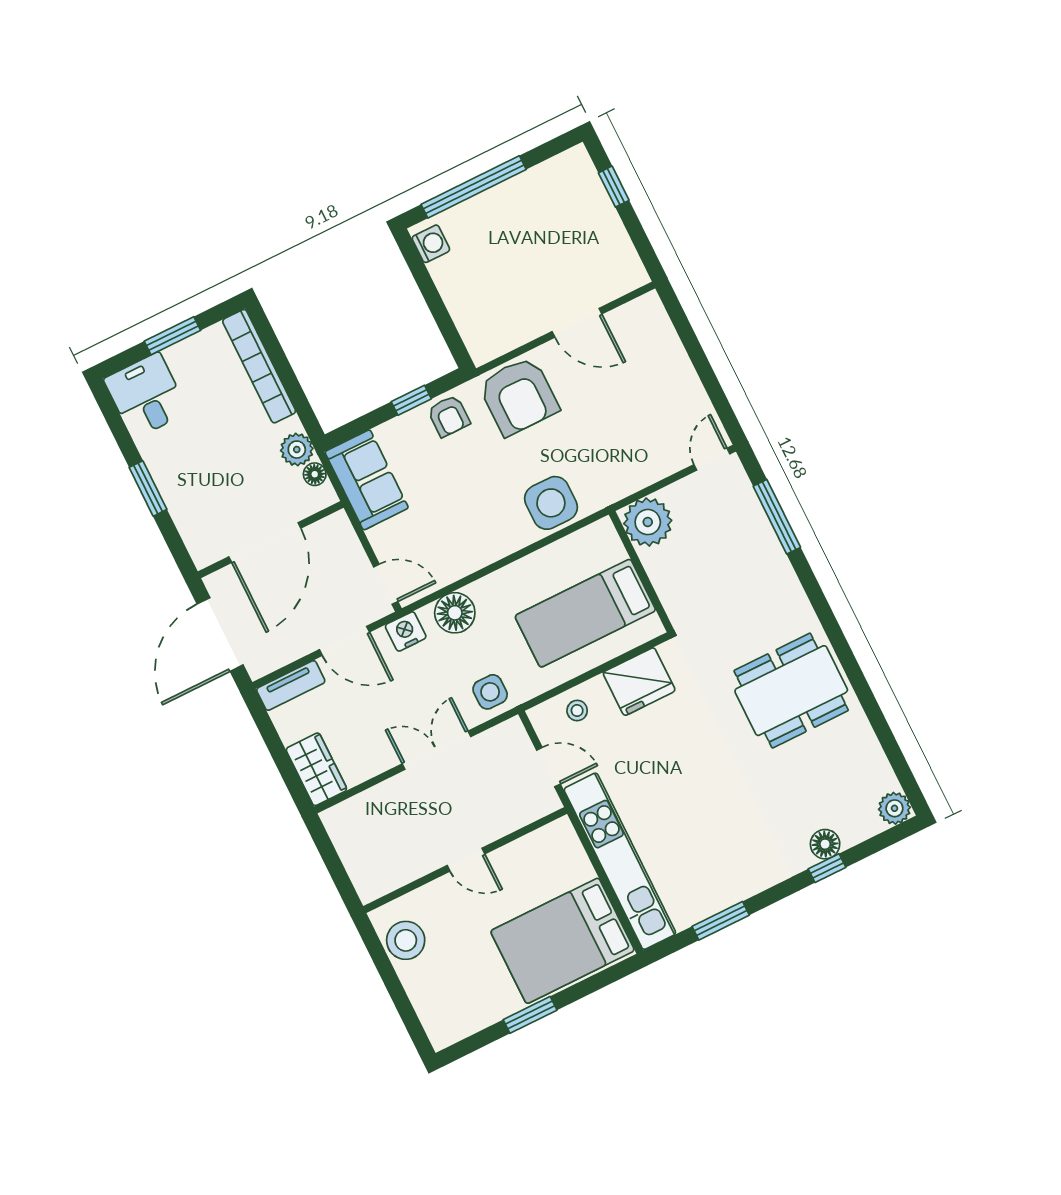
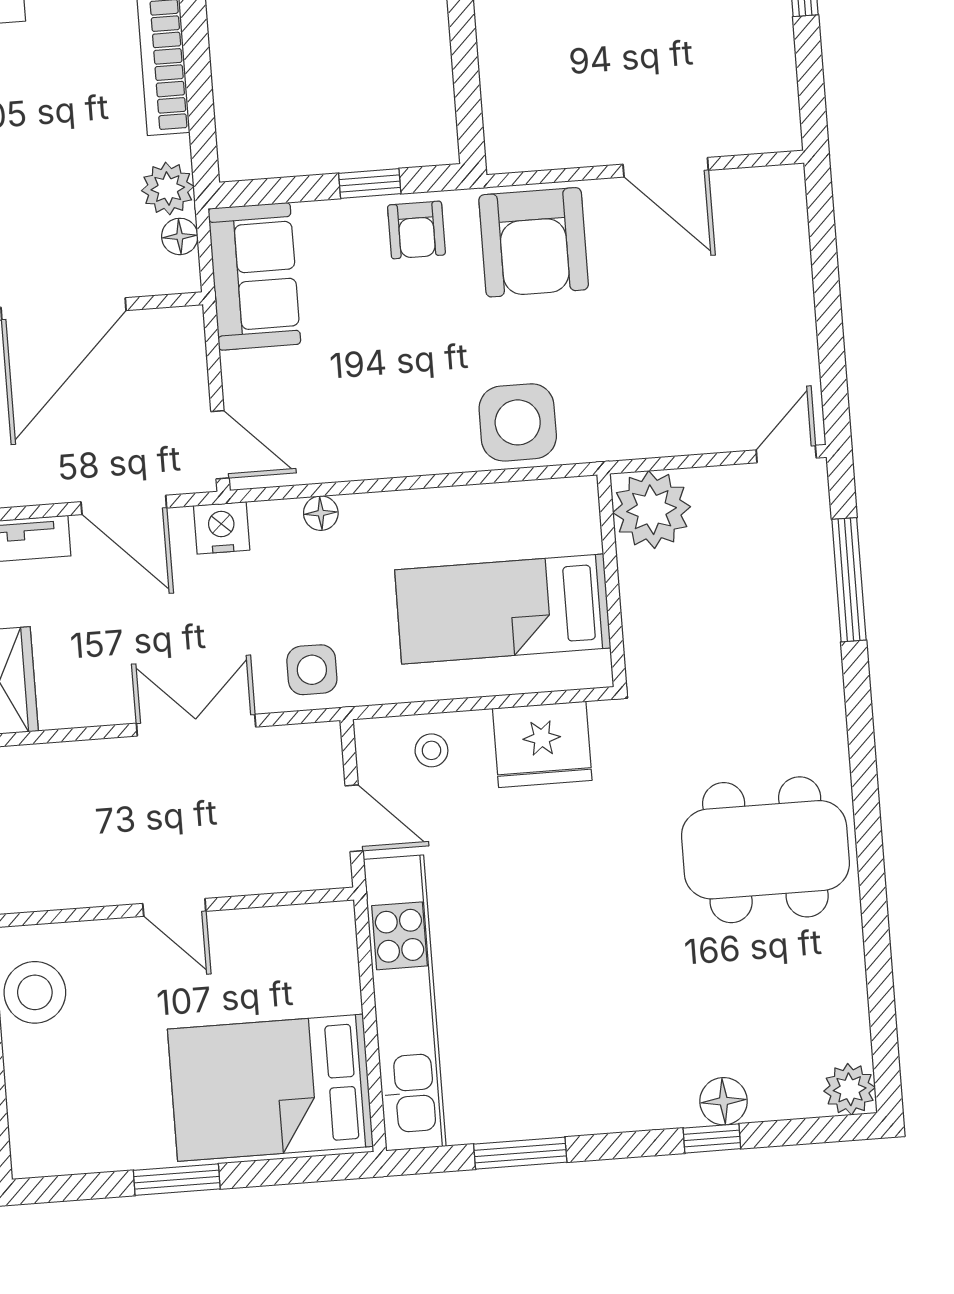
floor lamp: (455, 613) -> (321, 513), width x0.53, depth x0.53

